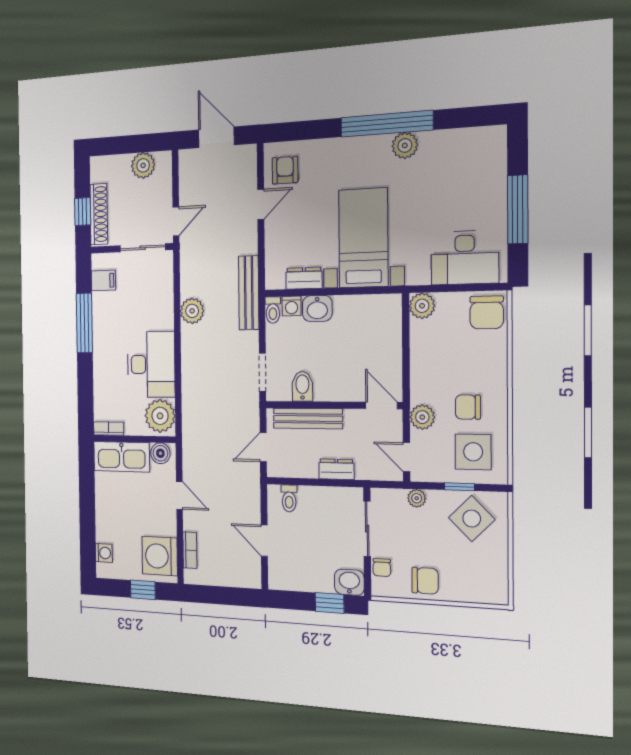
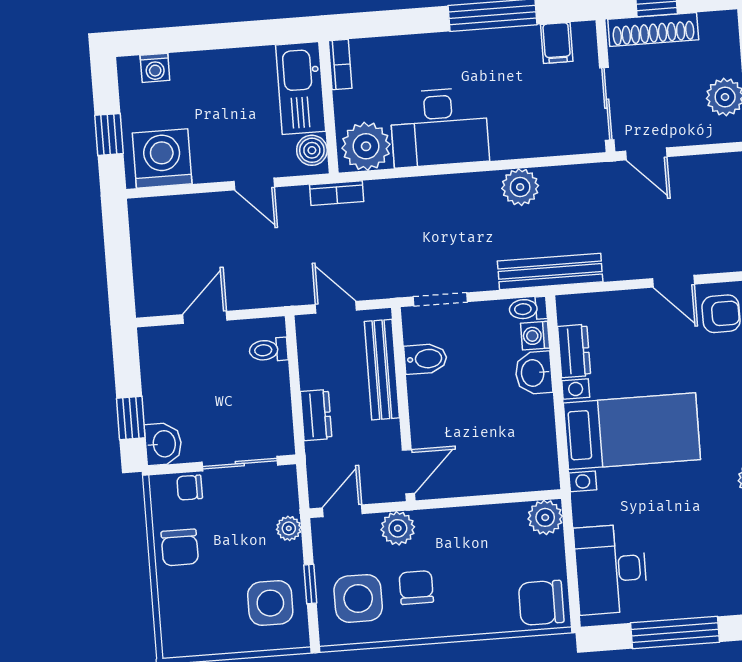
door: (179, 495) -> (254, 184), hinge flipped
side table: (472, 519) -> (270, 603), turned 45
bookcase: (190, 550) -> (337, 193), moved

